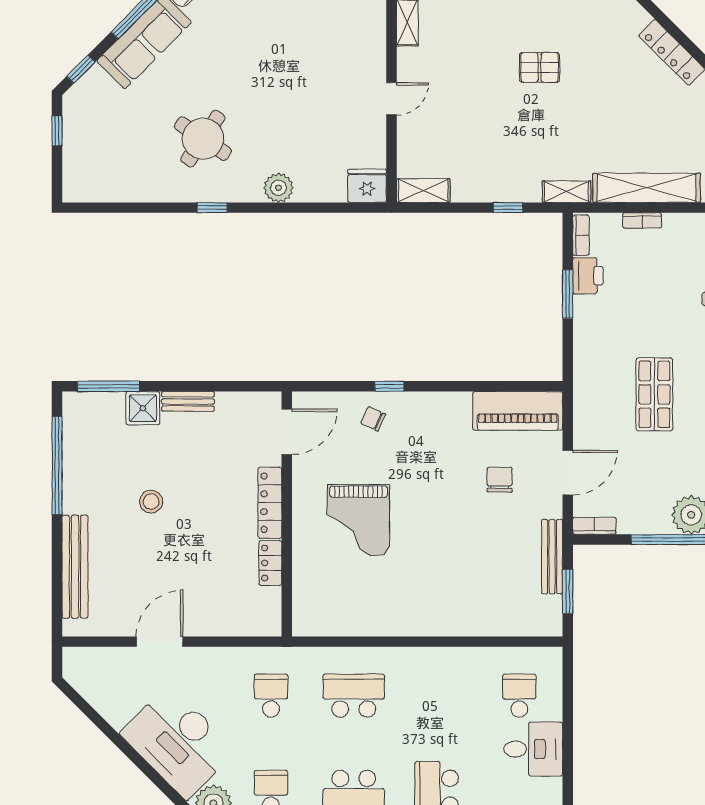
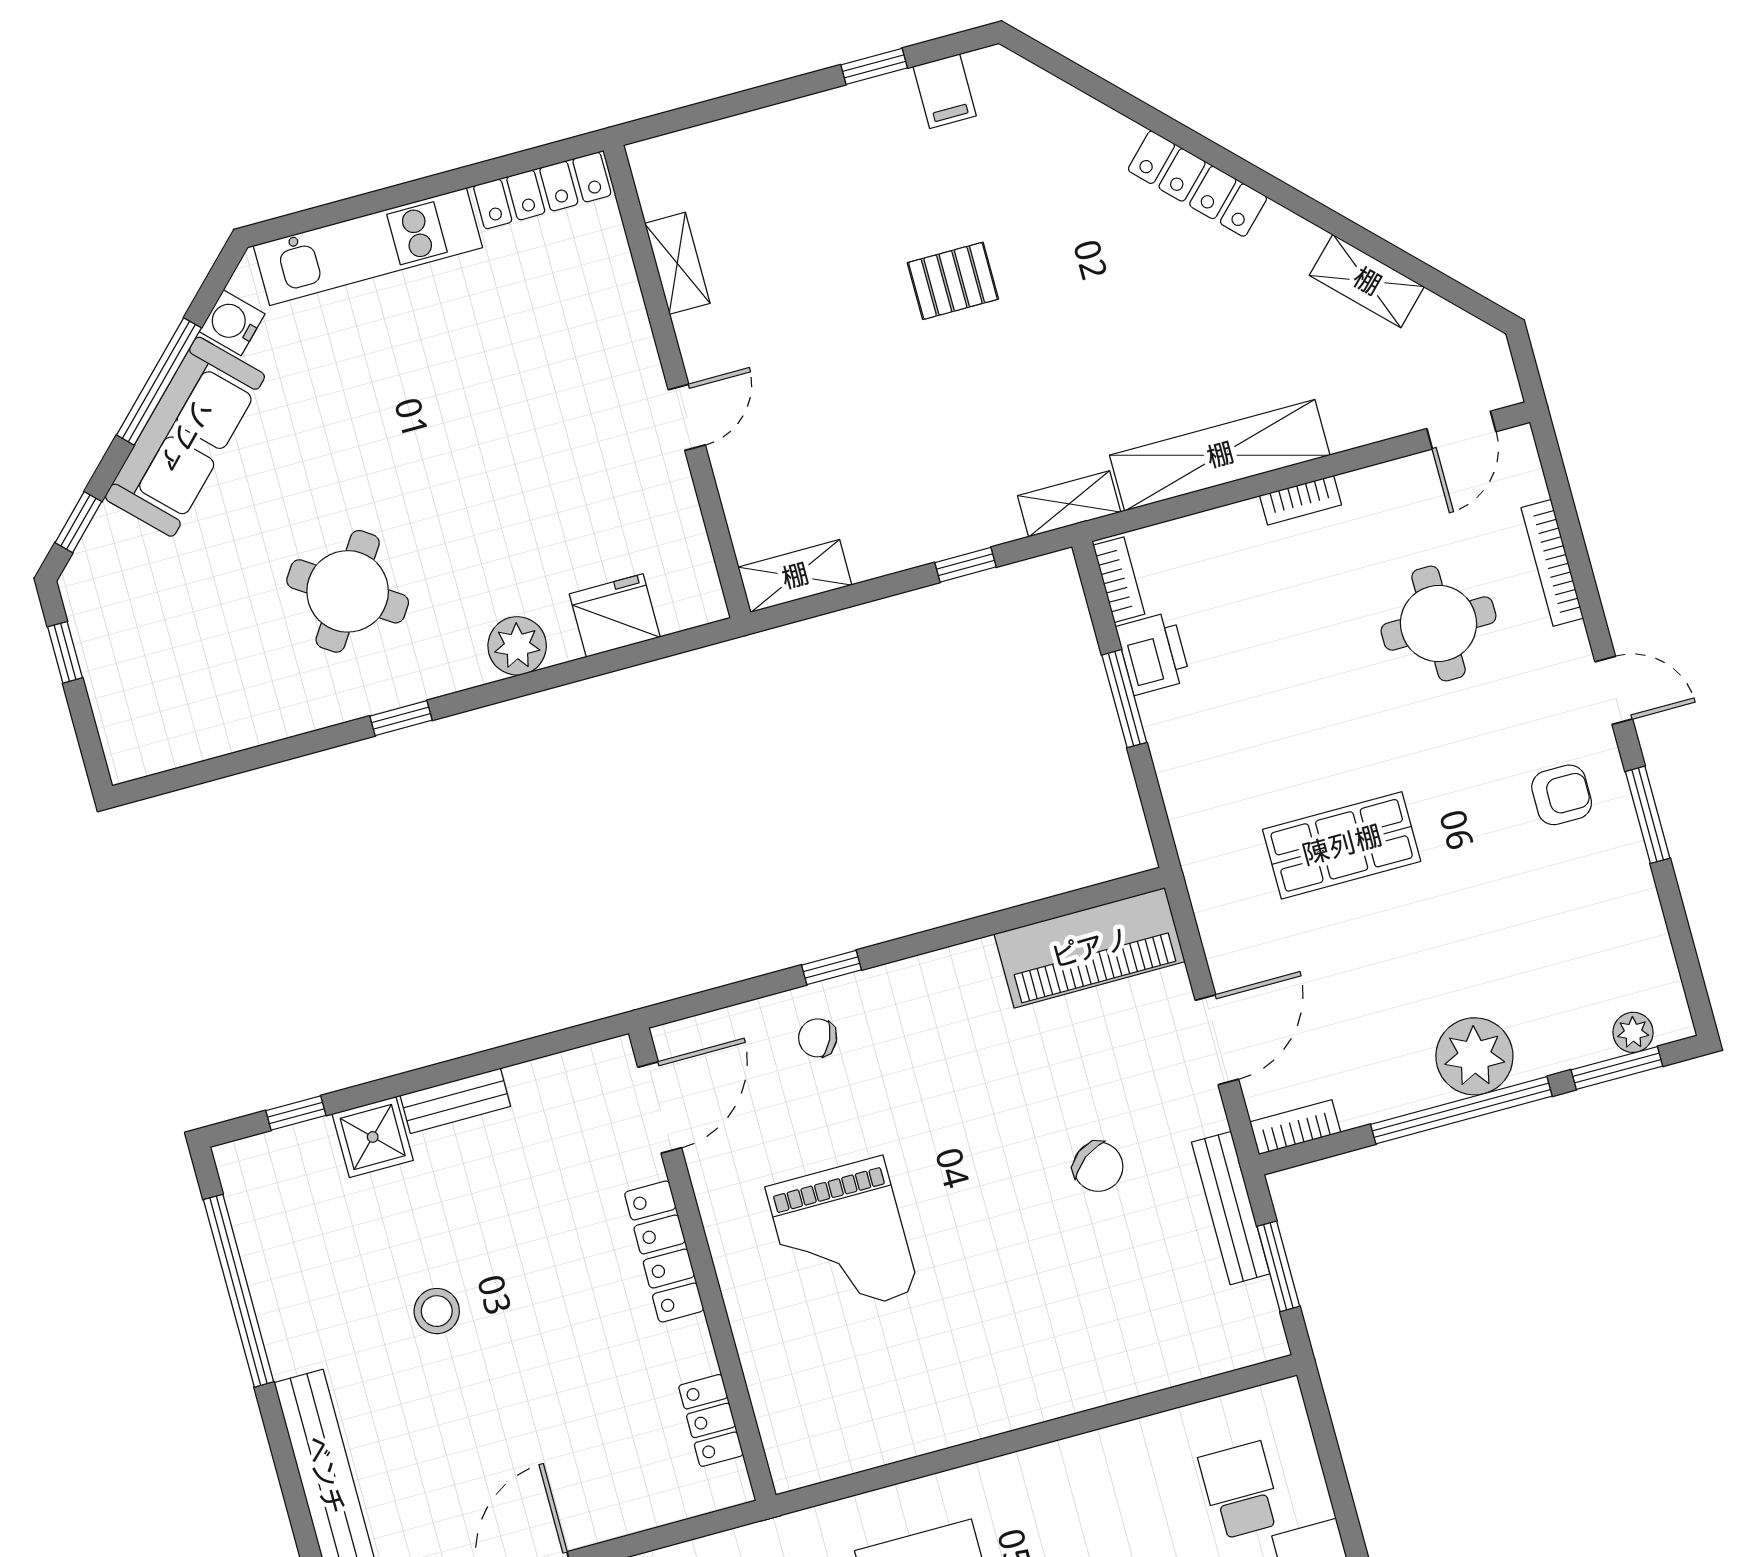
fridge: (367, 186) -> (615, 616), moved
bookcase: (642, 220) -> (1301, 500), moved
window: (109, 386) -> (296, 1113), width x0.46
shop shelf: (654, 394) -> (1342, 845), turned 90
chair: (500, 480) -> (1098, 1167), moved, turned 143
locker: (270, 563) -> (711, 1420), moved

